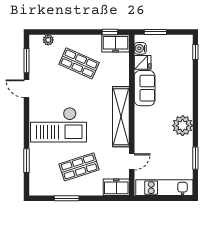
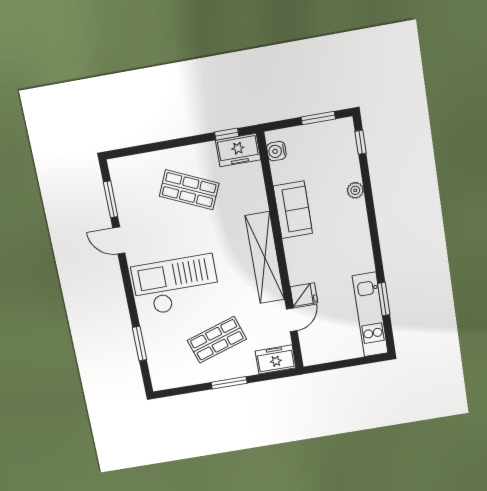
window: (155, 32) -> (318, 118), moved
plant: (48, 40) -> (137, 162), removed
fridge: (143, 62) -> (304, 295), moved
checkout: (59, 125) -> (176, 285), turned 180
plant: (183, 126) -> (355, 190), moved, width x0.53, depth x0.53
kitchen unit: (164, 188) -> (370, 315), moved, turned -90
window: (67, 198) -> (229, 383), moved

